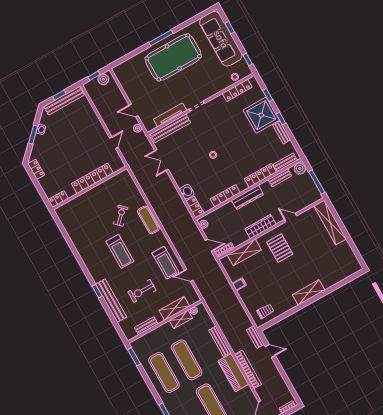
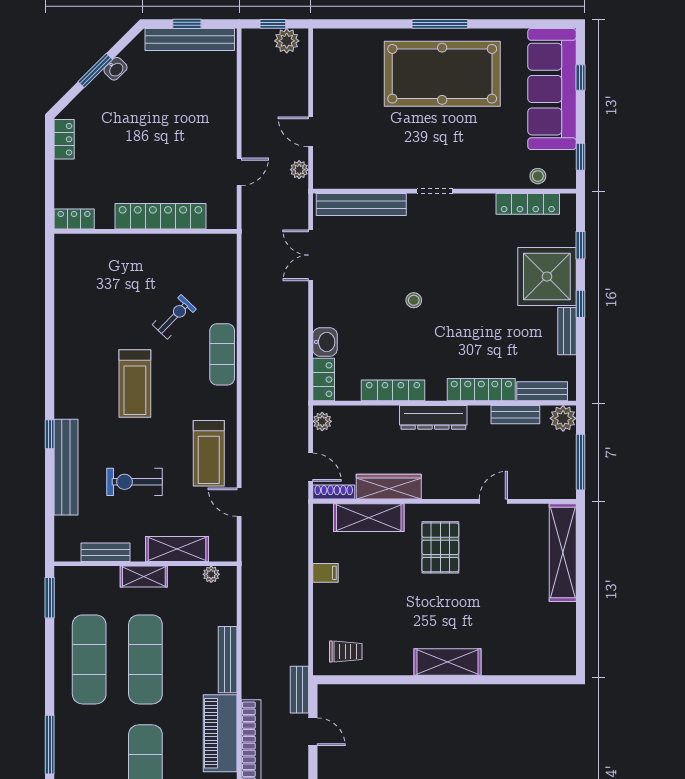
tv unit: (170, 115) -> (375, 179), removed
door: (291, 218) -> (493, 501), hinge flipped
wardrobe: (261, 227) -> (389, 487), moved
shelving: (181, 319) -> (144, 577), moved

